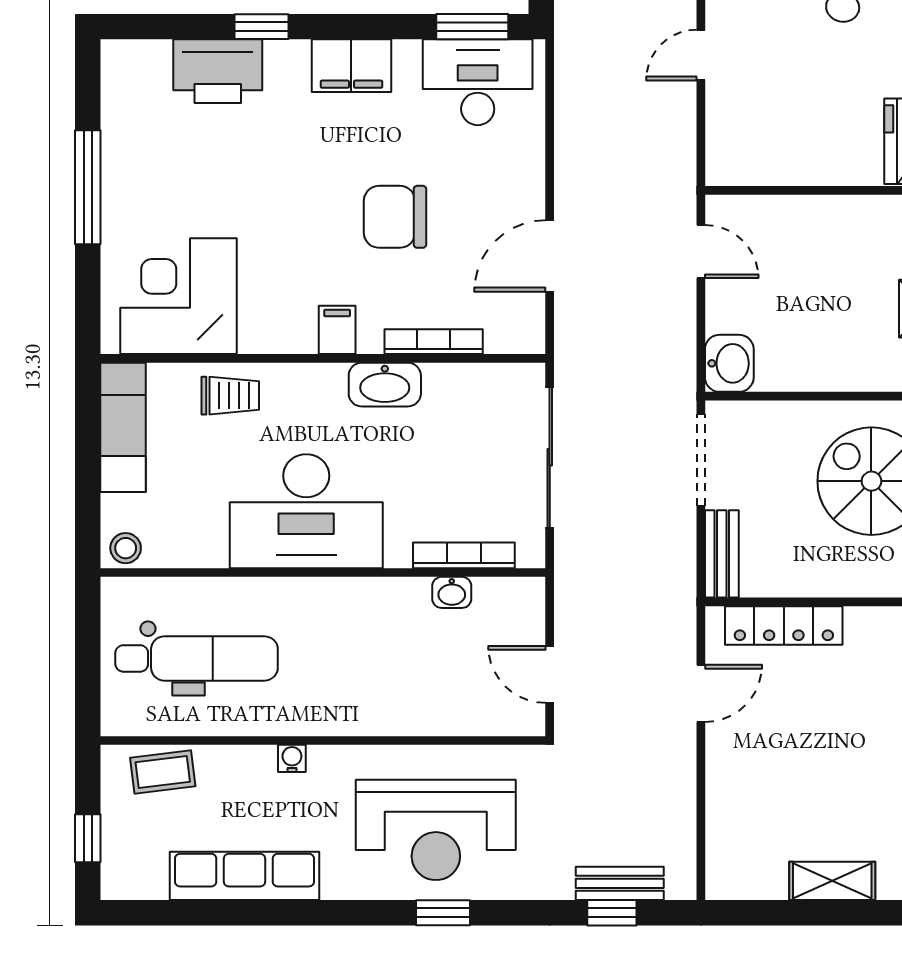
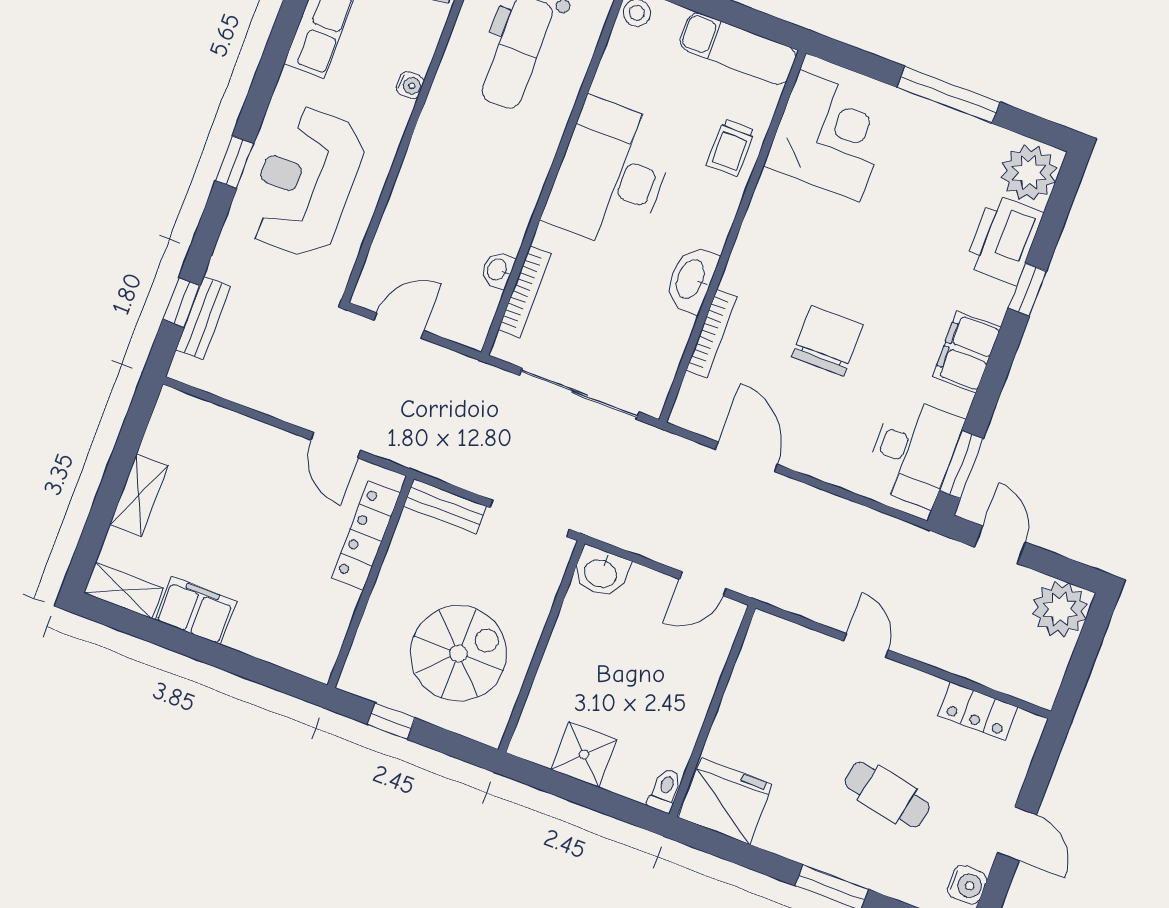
plant: (138, 71) -> (1029, 173), added
filing cabinet: (337, 330) -> (752, 257), removed

